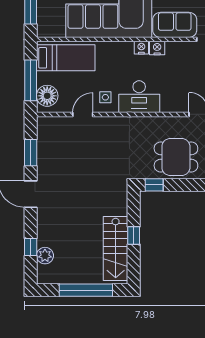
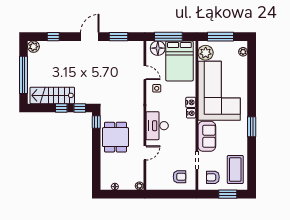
plant: (54, 27) -> (206, 53), added
nightstand: (157, 48) -> (191, 102), moved
bed: (66, 58) -> (179, 61), width x1.50
desk: (139, 97) -> (157, 126), moved
window: (134, 209) -> (80, 108), added
plant: (45, 256) -> (33, 47), moved

